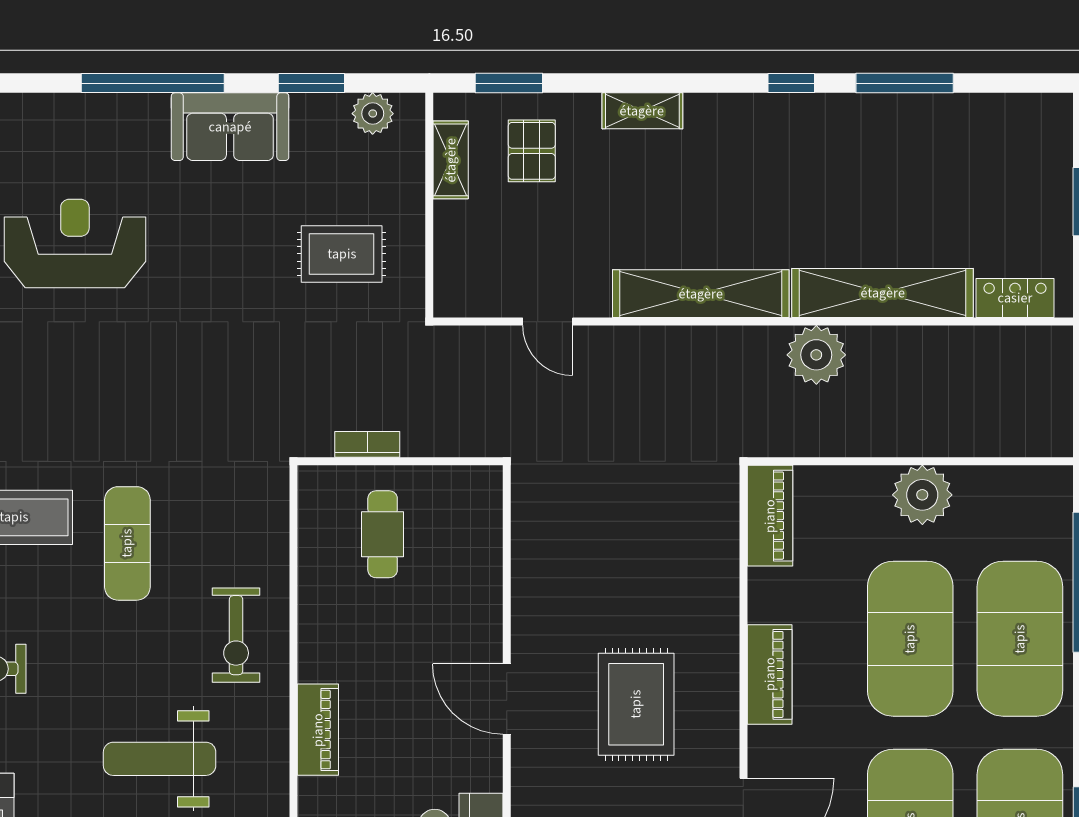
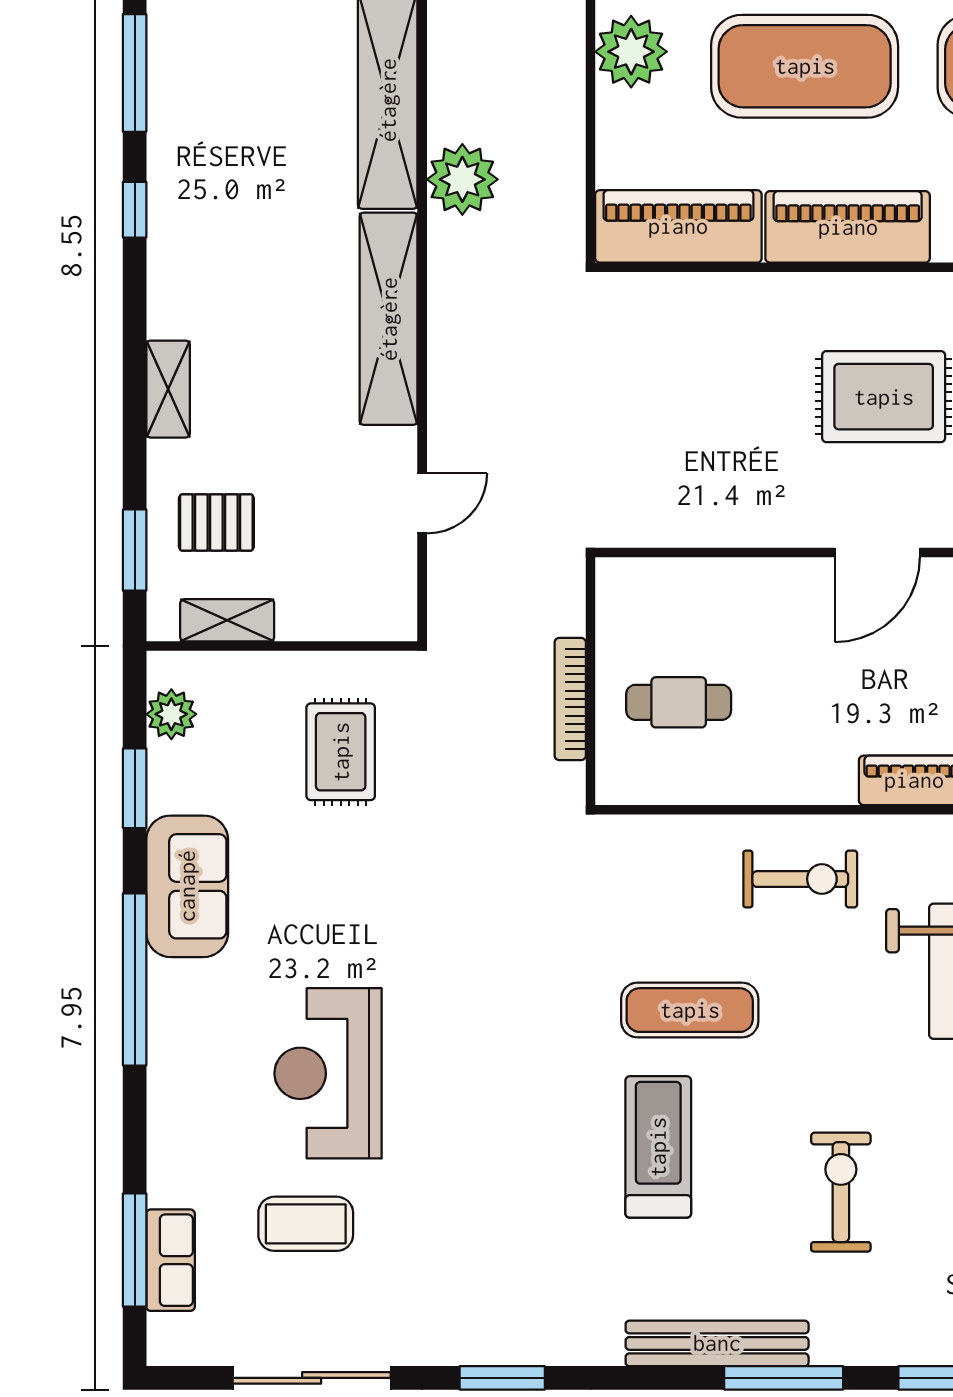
bookcase: (367, 444) -> (570, 699), width x1.56
piano: (770, 516) -> (678, 226), width x1.37, depth x1.33
piano: (770, 674) -> (848, 227), width x1.37, depth x1.33

